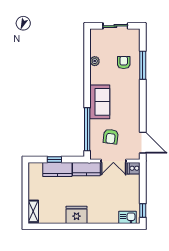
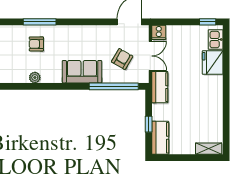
armchair: (111, 137) -> (122, 59), turned -67
kitchen counter: (57, 169) -> (160, 138), moved
fridge: (77, 215) -> (213, 62), moved

